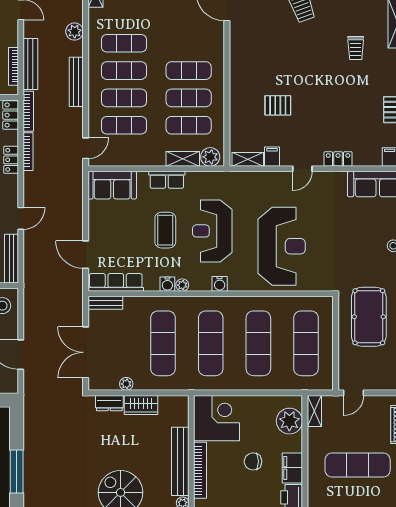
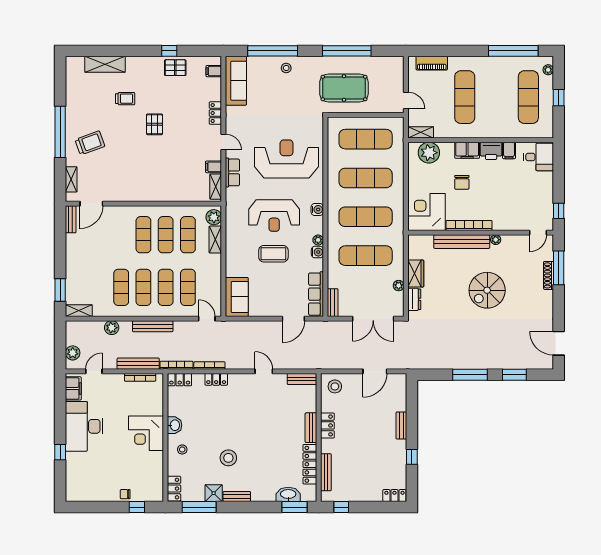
pallet: (278, 105) -> (154, 124), moved
row of seats: (167, 180) -> (232, 172), moved
bench: (11, 259) -> (302, 379), width x0.73

